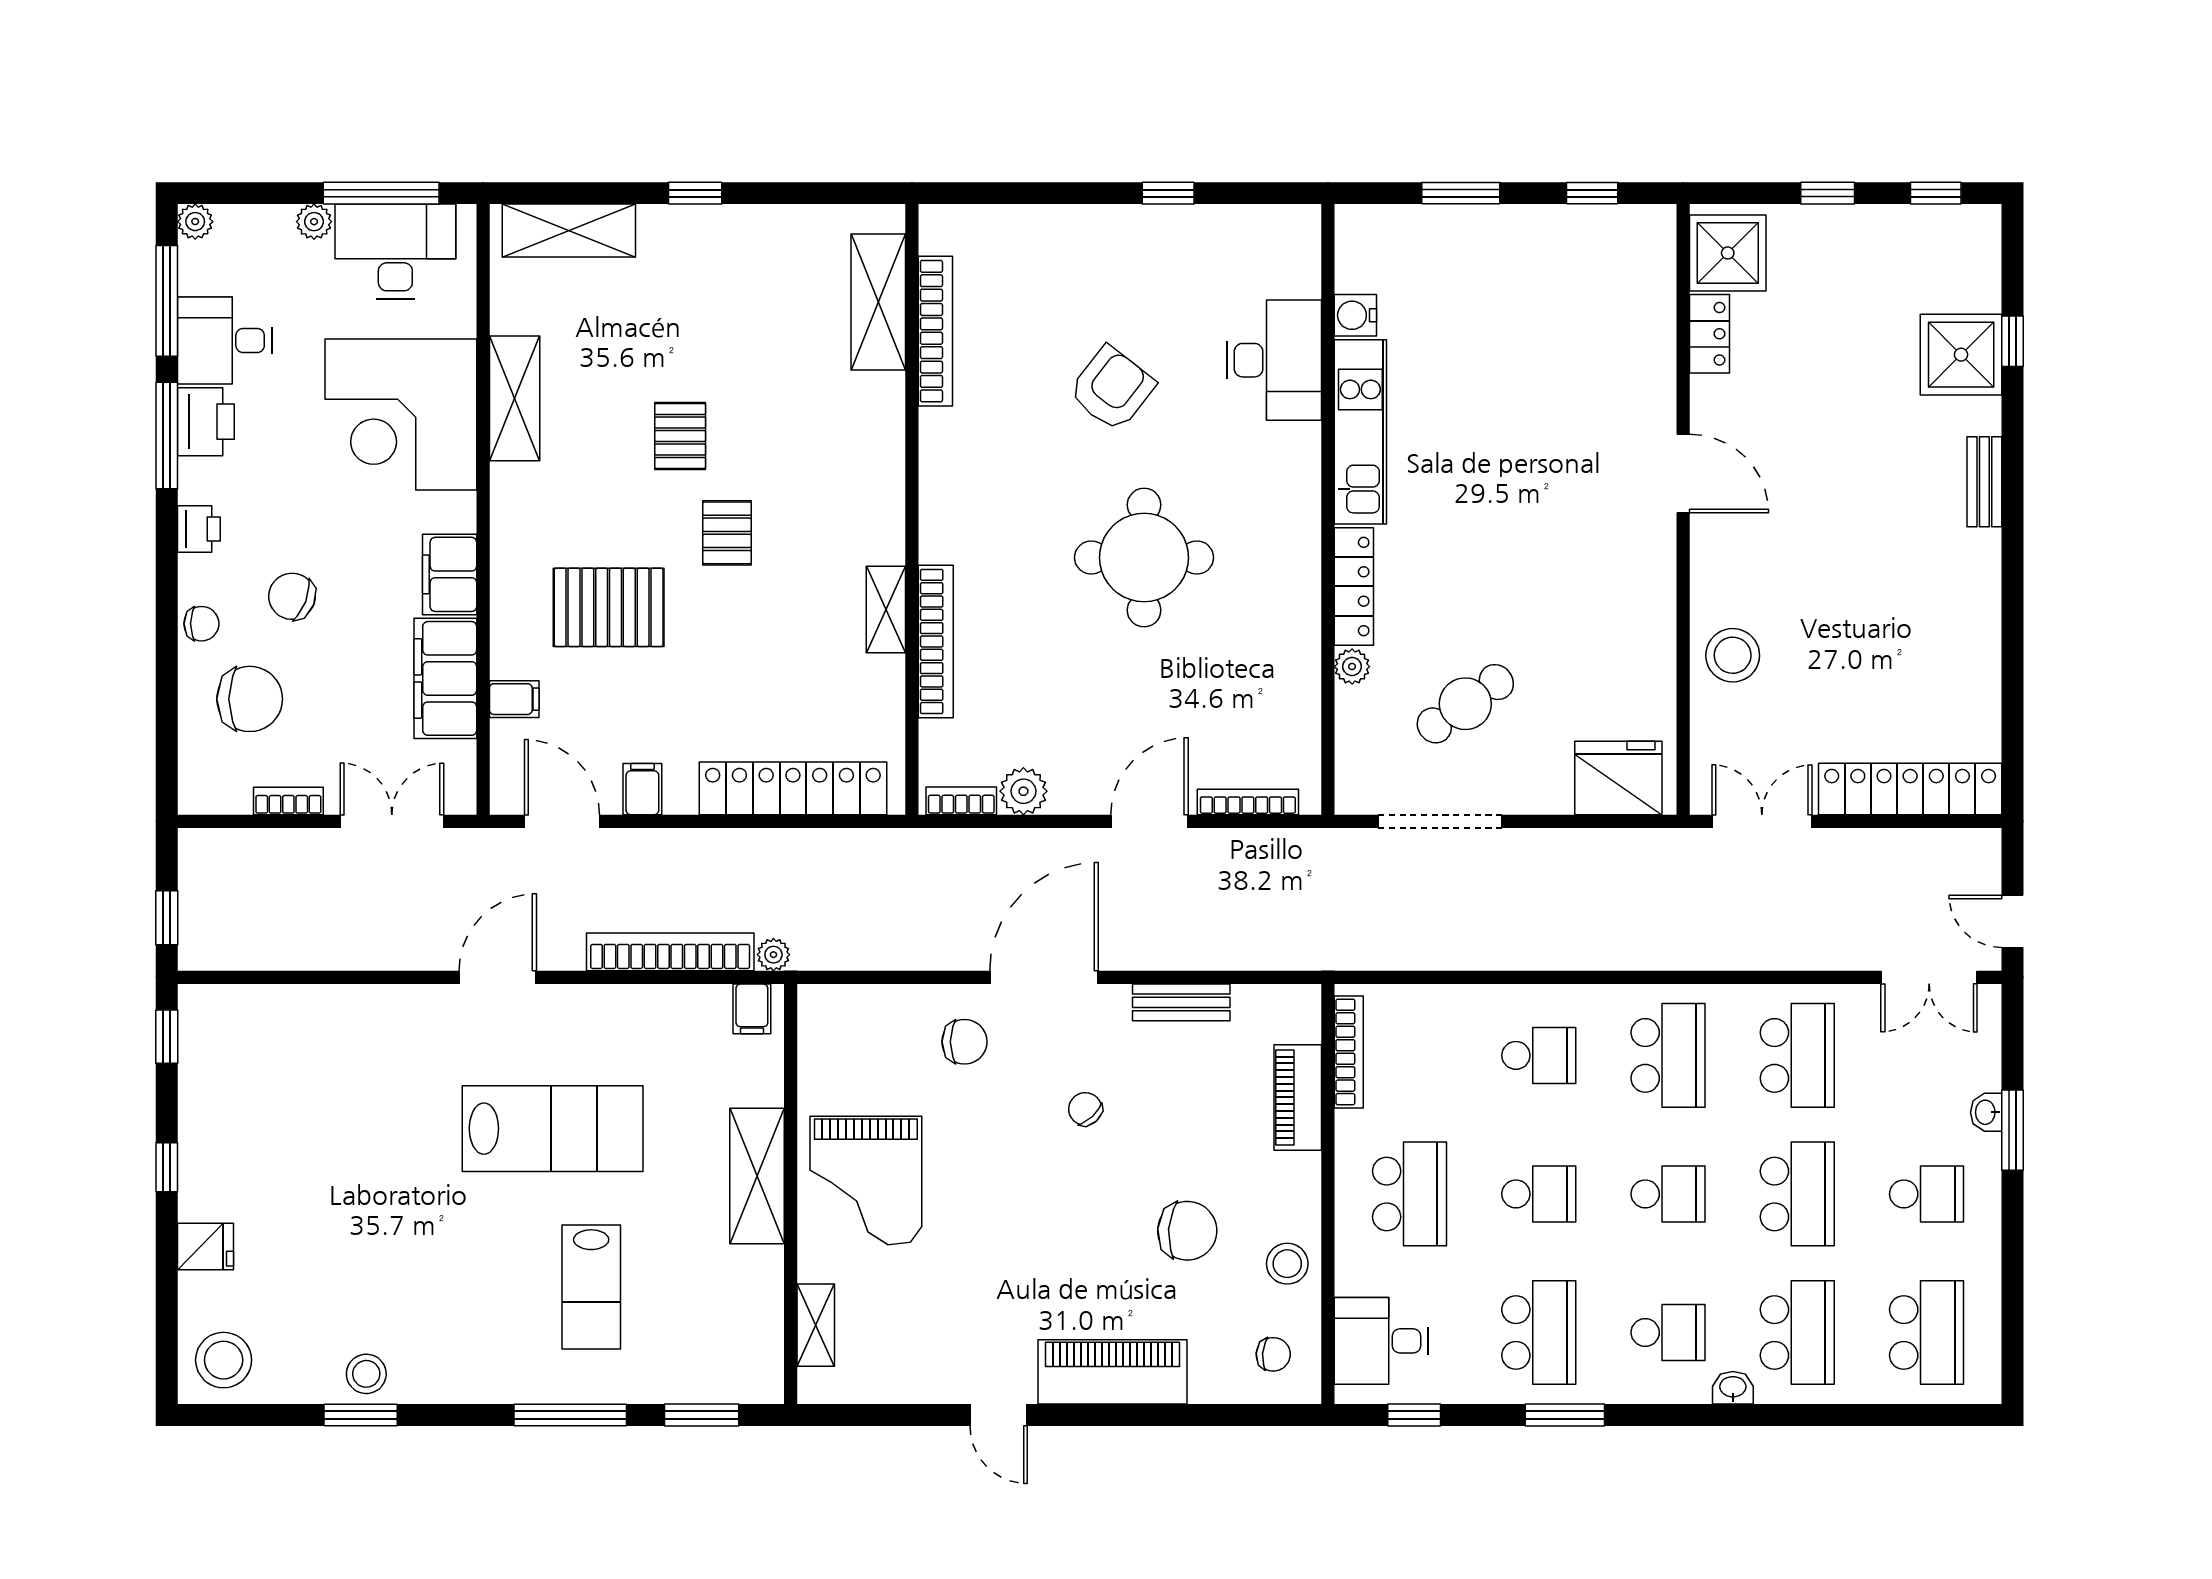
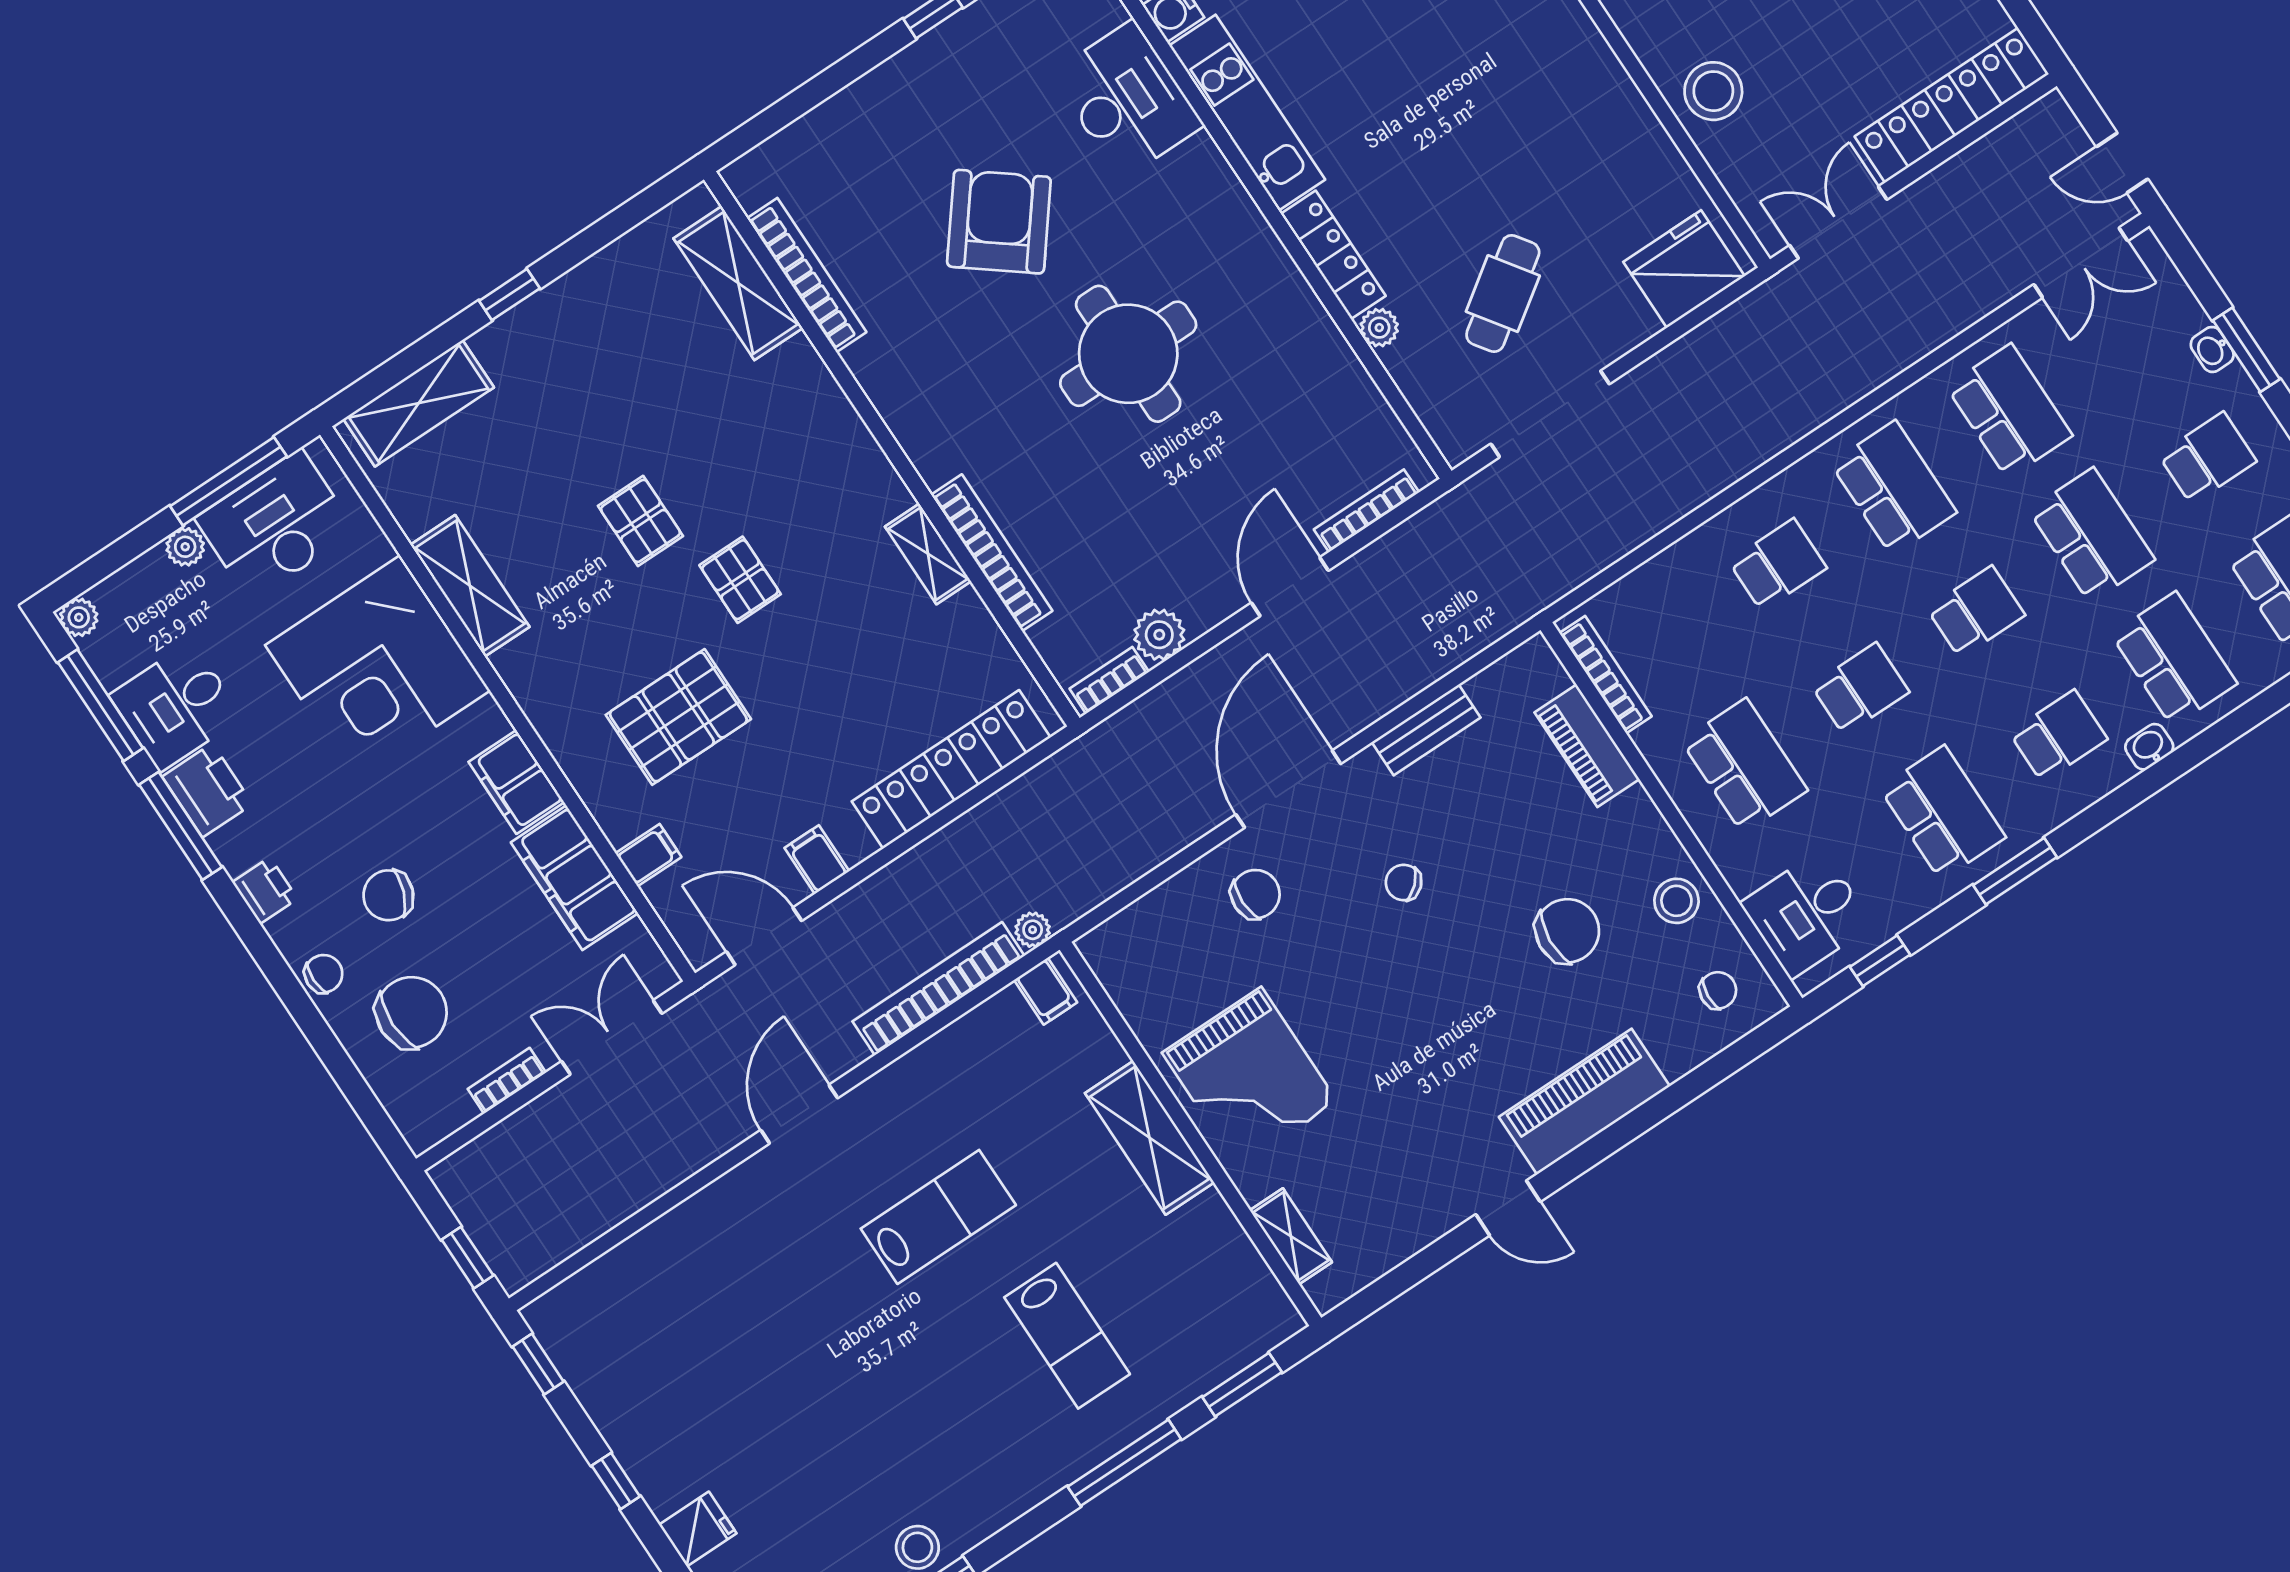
armchair: (1112, 389) -> (999, 222), width x1.36, depth x1.36
lab bench: (553, 1129) -> (938, 1217), width x0.73, depth x0.72

